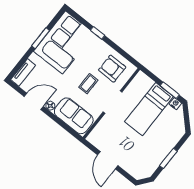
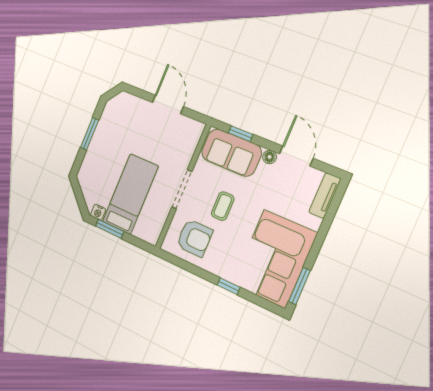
window: (40, 38) -> (299, 286), moved
door: (34, 101) -> (296, 156), swing flipped
window: (65, 126) -> (241, 134), added

